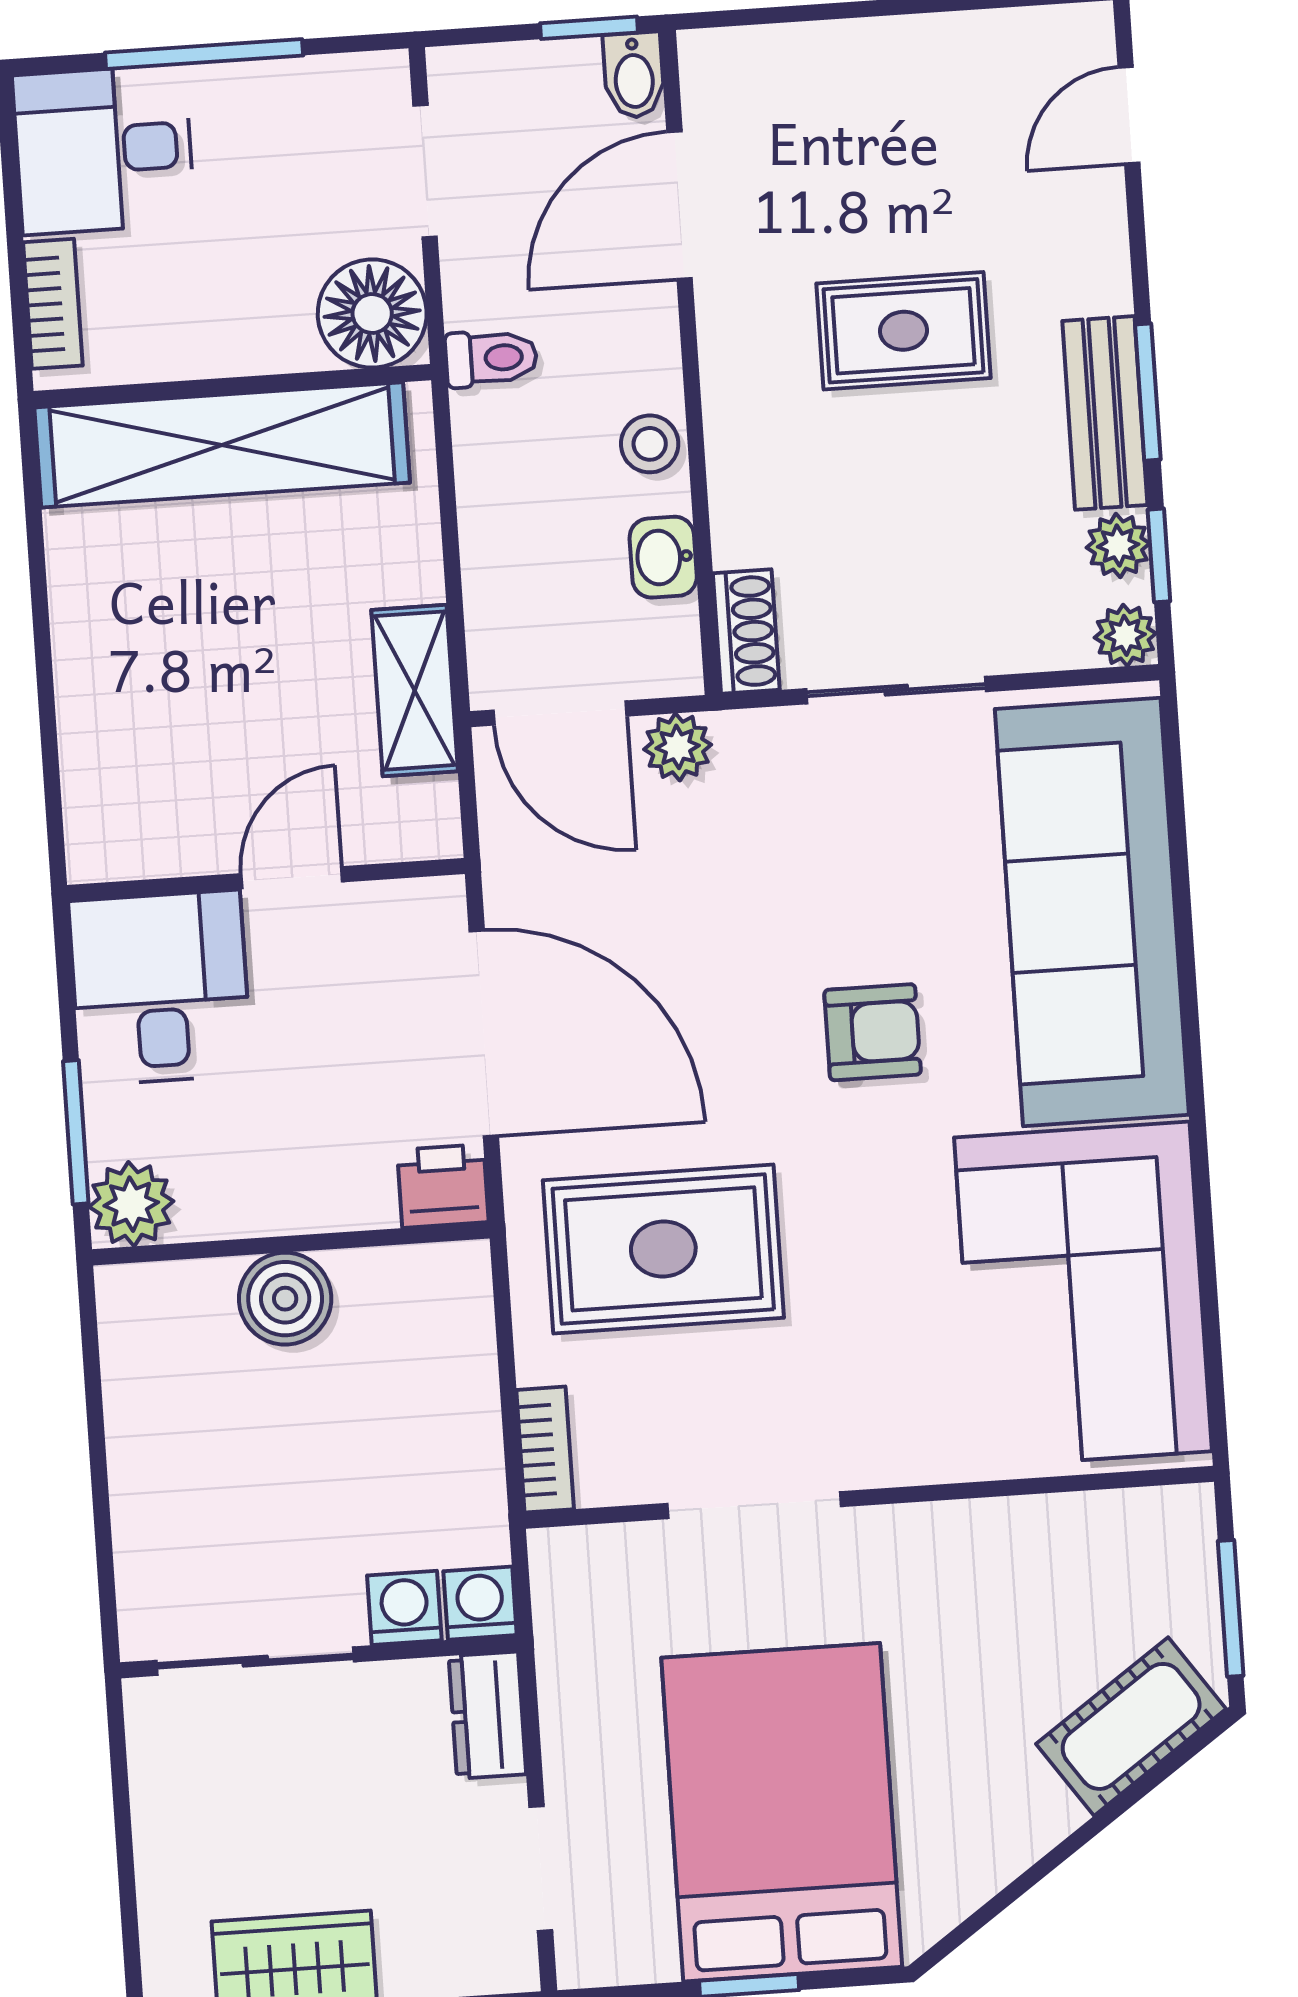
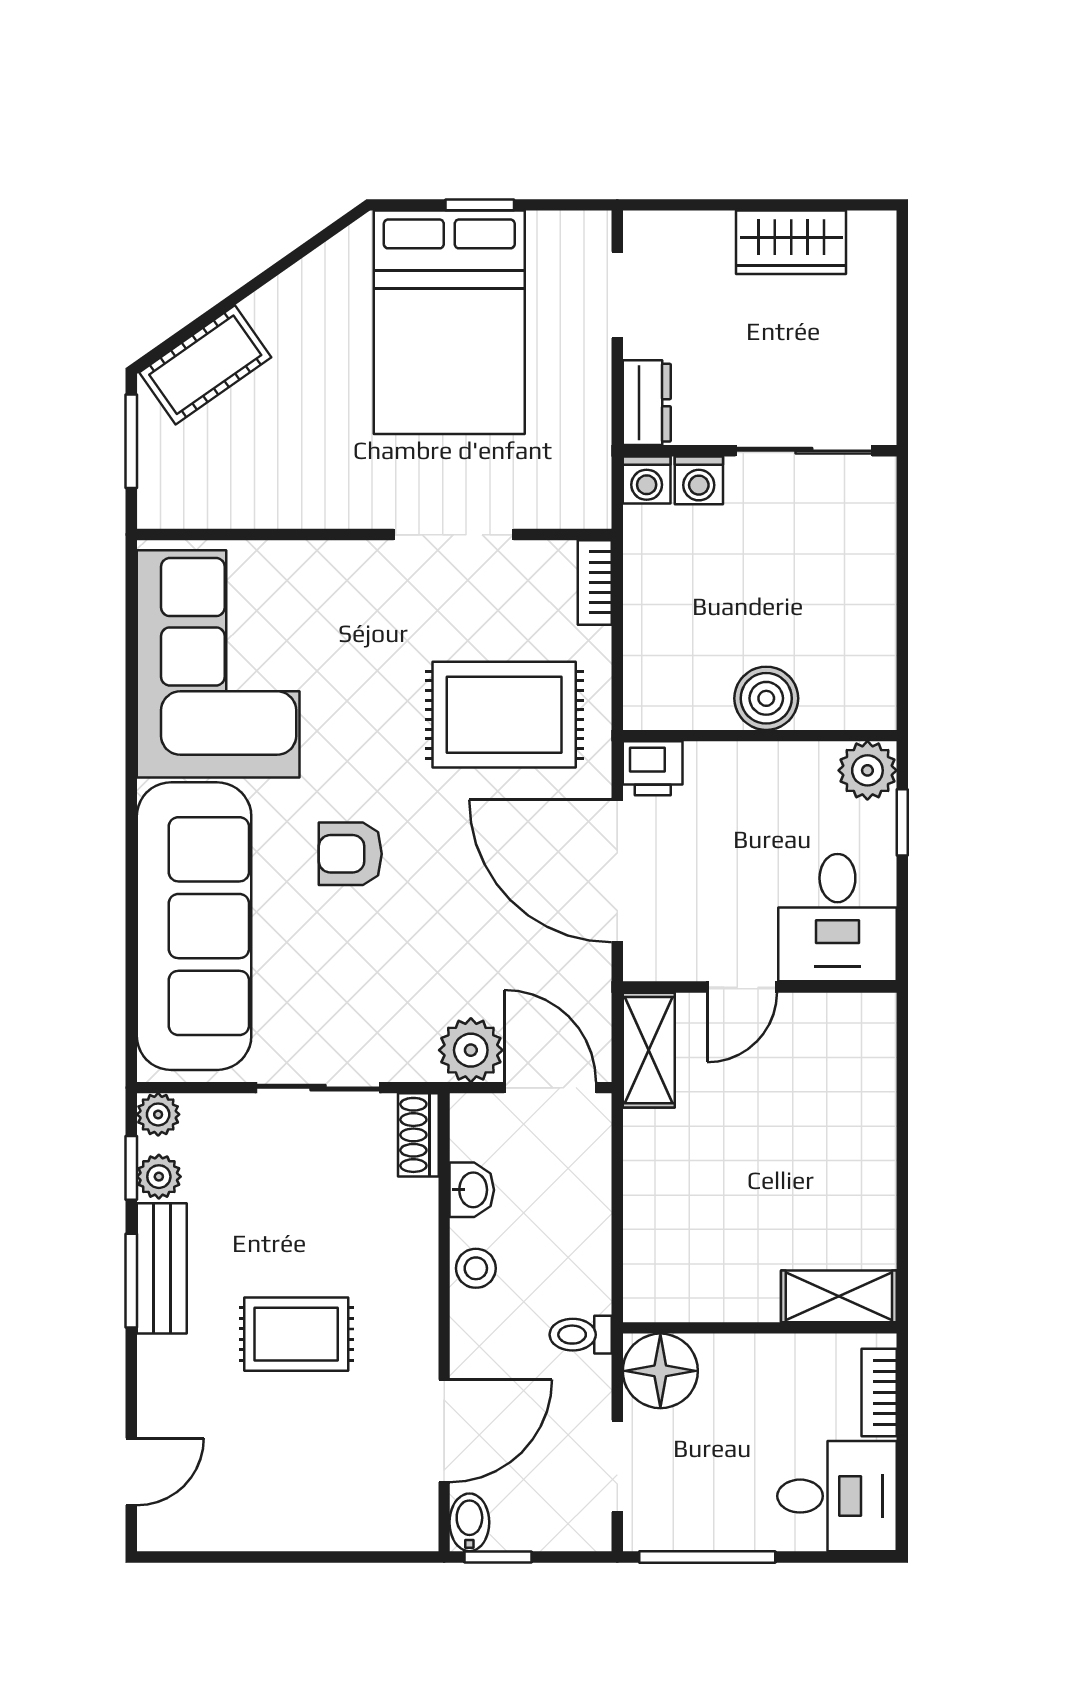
window: (204, 54) -> (707, 1557), moved
shelving: (222, 445) -> (839, 1296), width x0.45, depth x0.75
shelving: (415, 691) -> (649, 1050), moved
plant: (678, 747) -> (471, 1050), width x1.38, depth x1.38
window: (76, 1132) -> (902, 822), width x0.67

